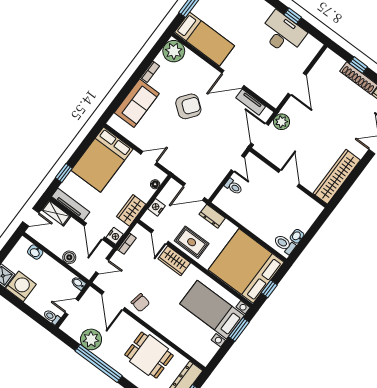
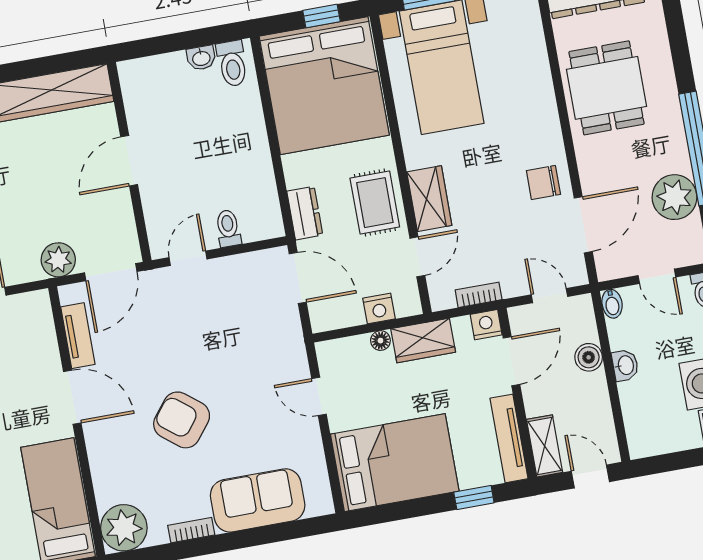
floor lamp: (155, 184) -> (380, 341), moved
washbasin: (35, 252) -> (625, 365), moved
chair: (140, 303) -> (543, 183), turned -101

